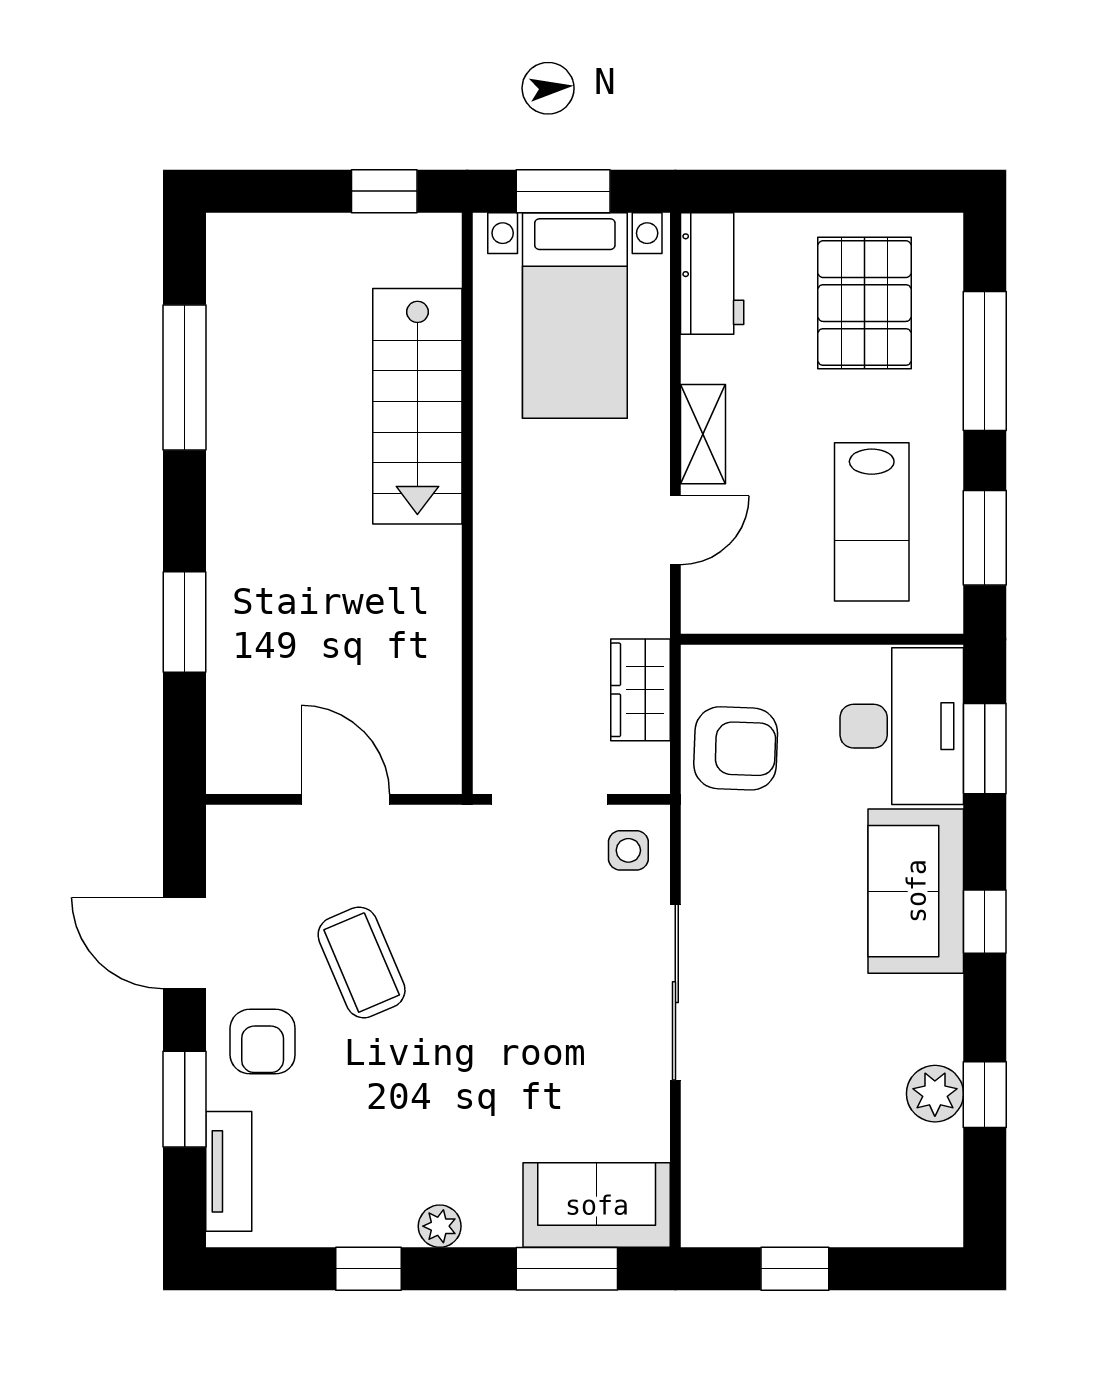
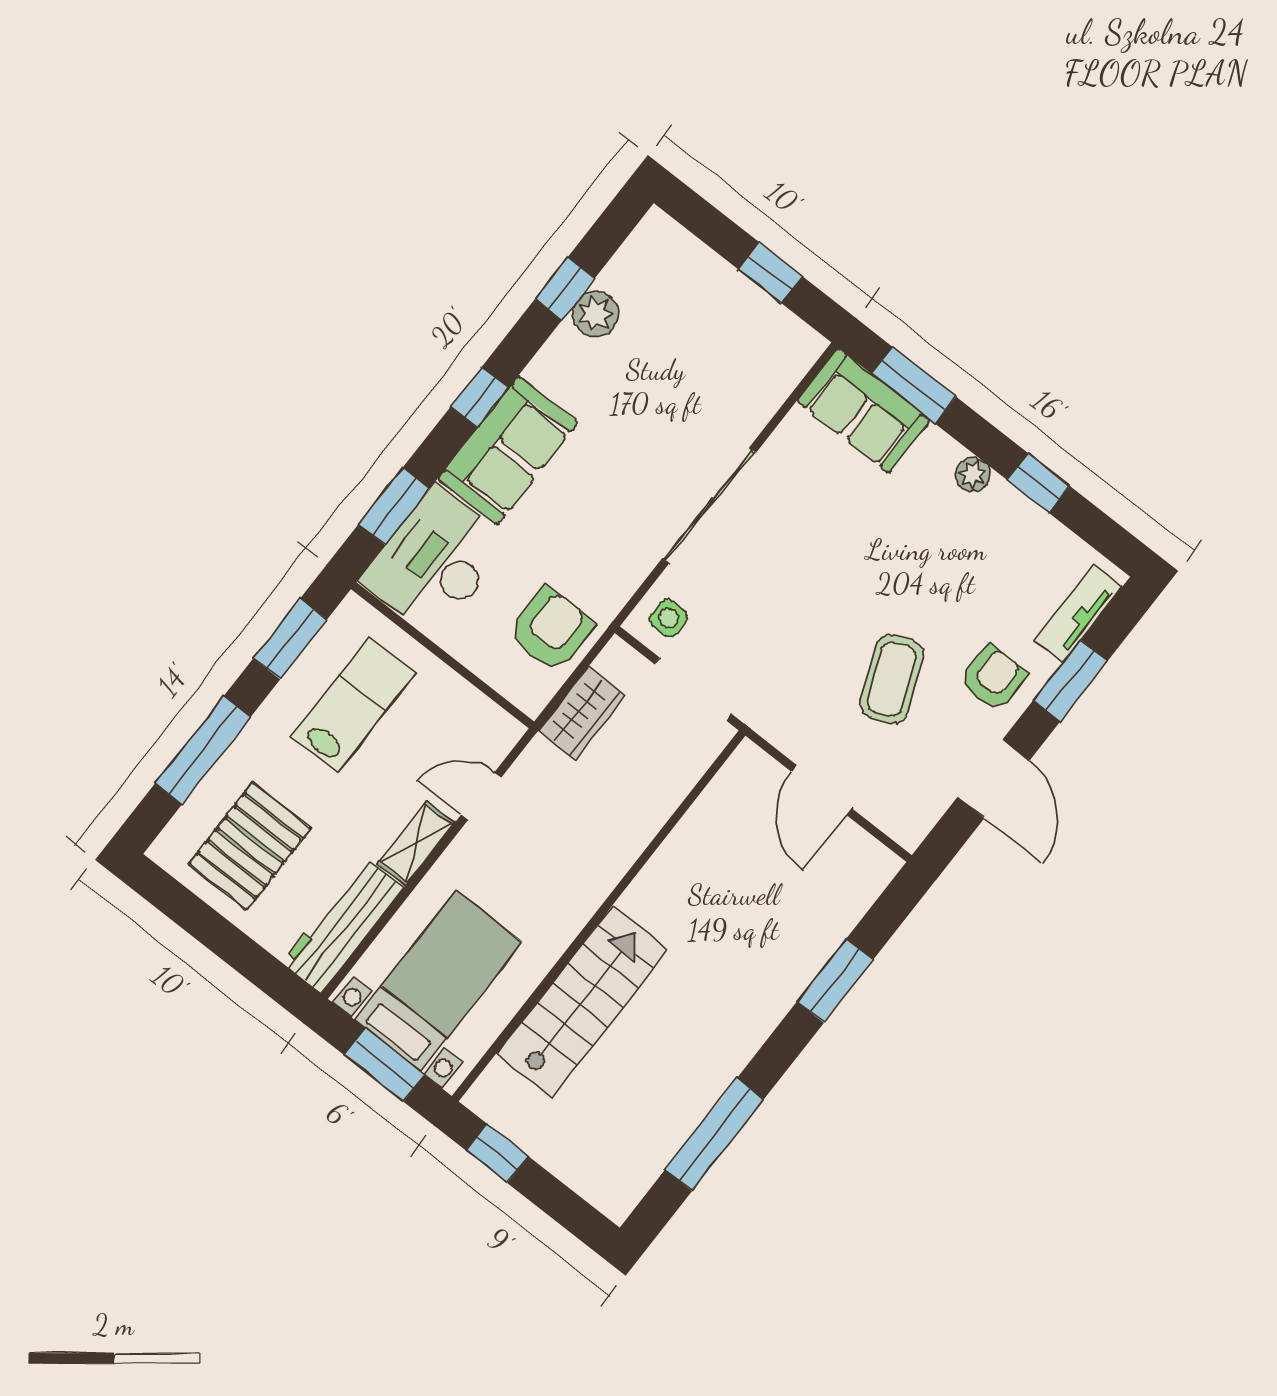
workbench: (712, 273) -> (343, 925), width x1.38
armchair: (736, 748) -> (551, 629), turned 88

